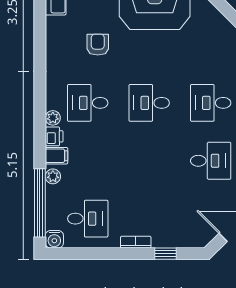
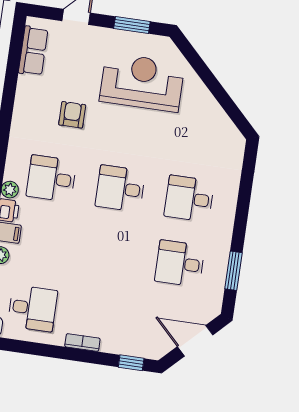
desk: (211, 161) -> (180, 263), turned 180
window: (166, 254) -> (131, 363), moved

